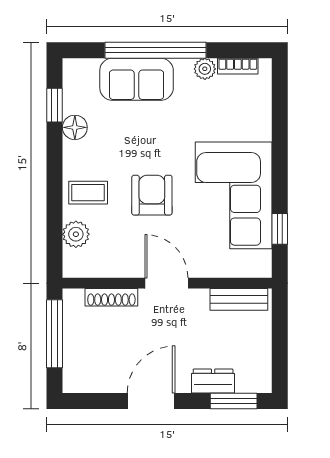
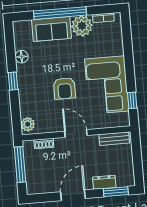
plant: (205, 69) -> (82, 26), width x1.87, depth x1.87
window: (55, 105) -> (13, 81), moved
coffee table: (88, 193) -> (31, 90), removed
armchair: (152, 195) -> (64, 88), turned 180
plant: (76, 234) -> (28, 124), moved
shoe rack: (111, 297) -> (44, 144), width x0.70

